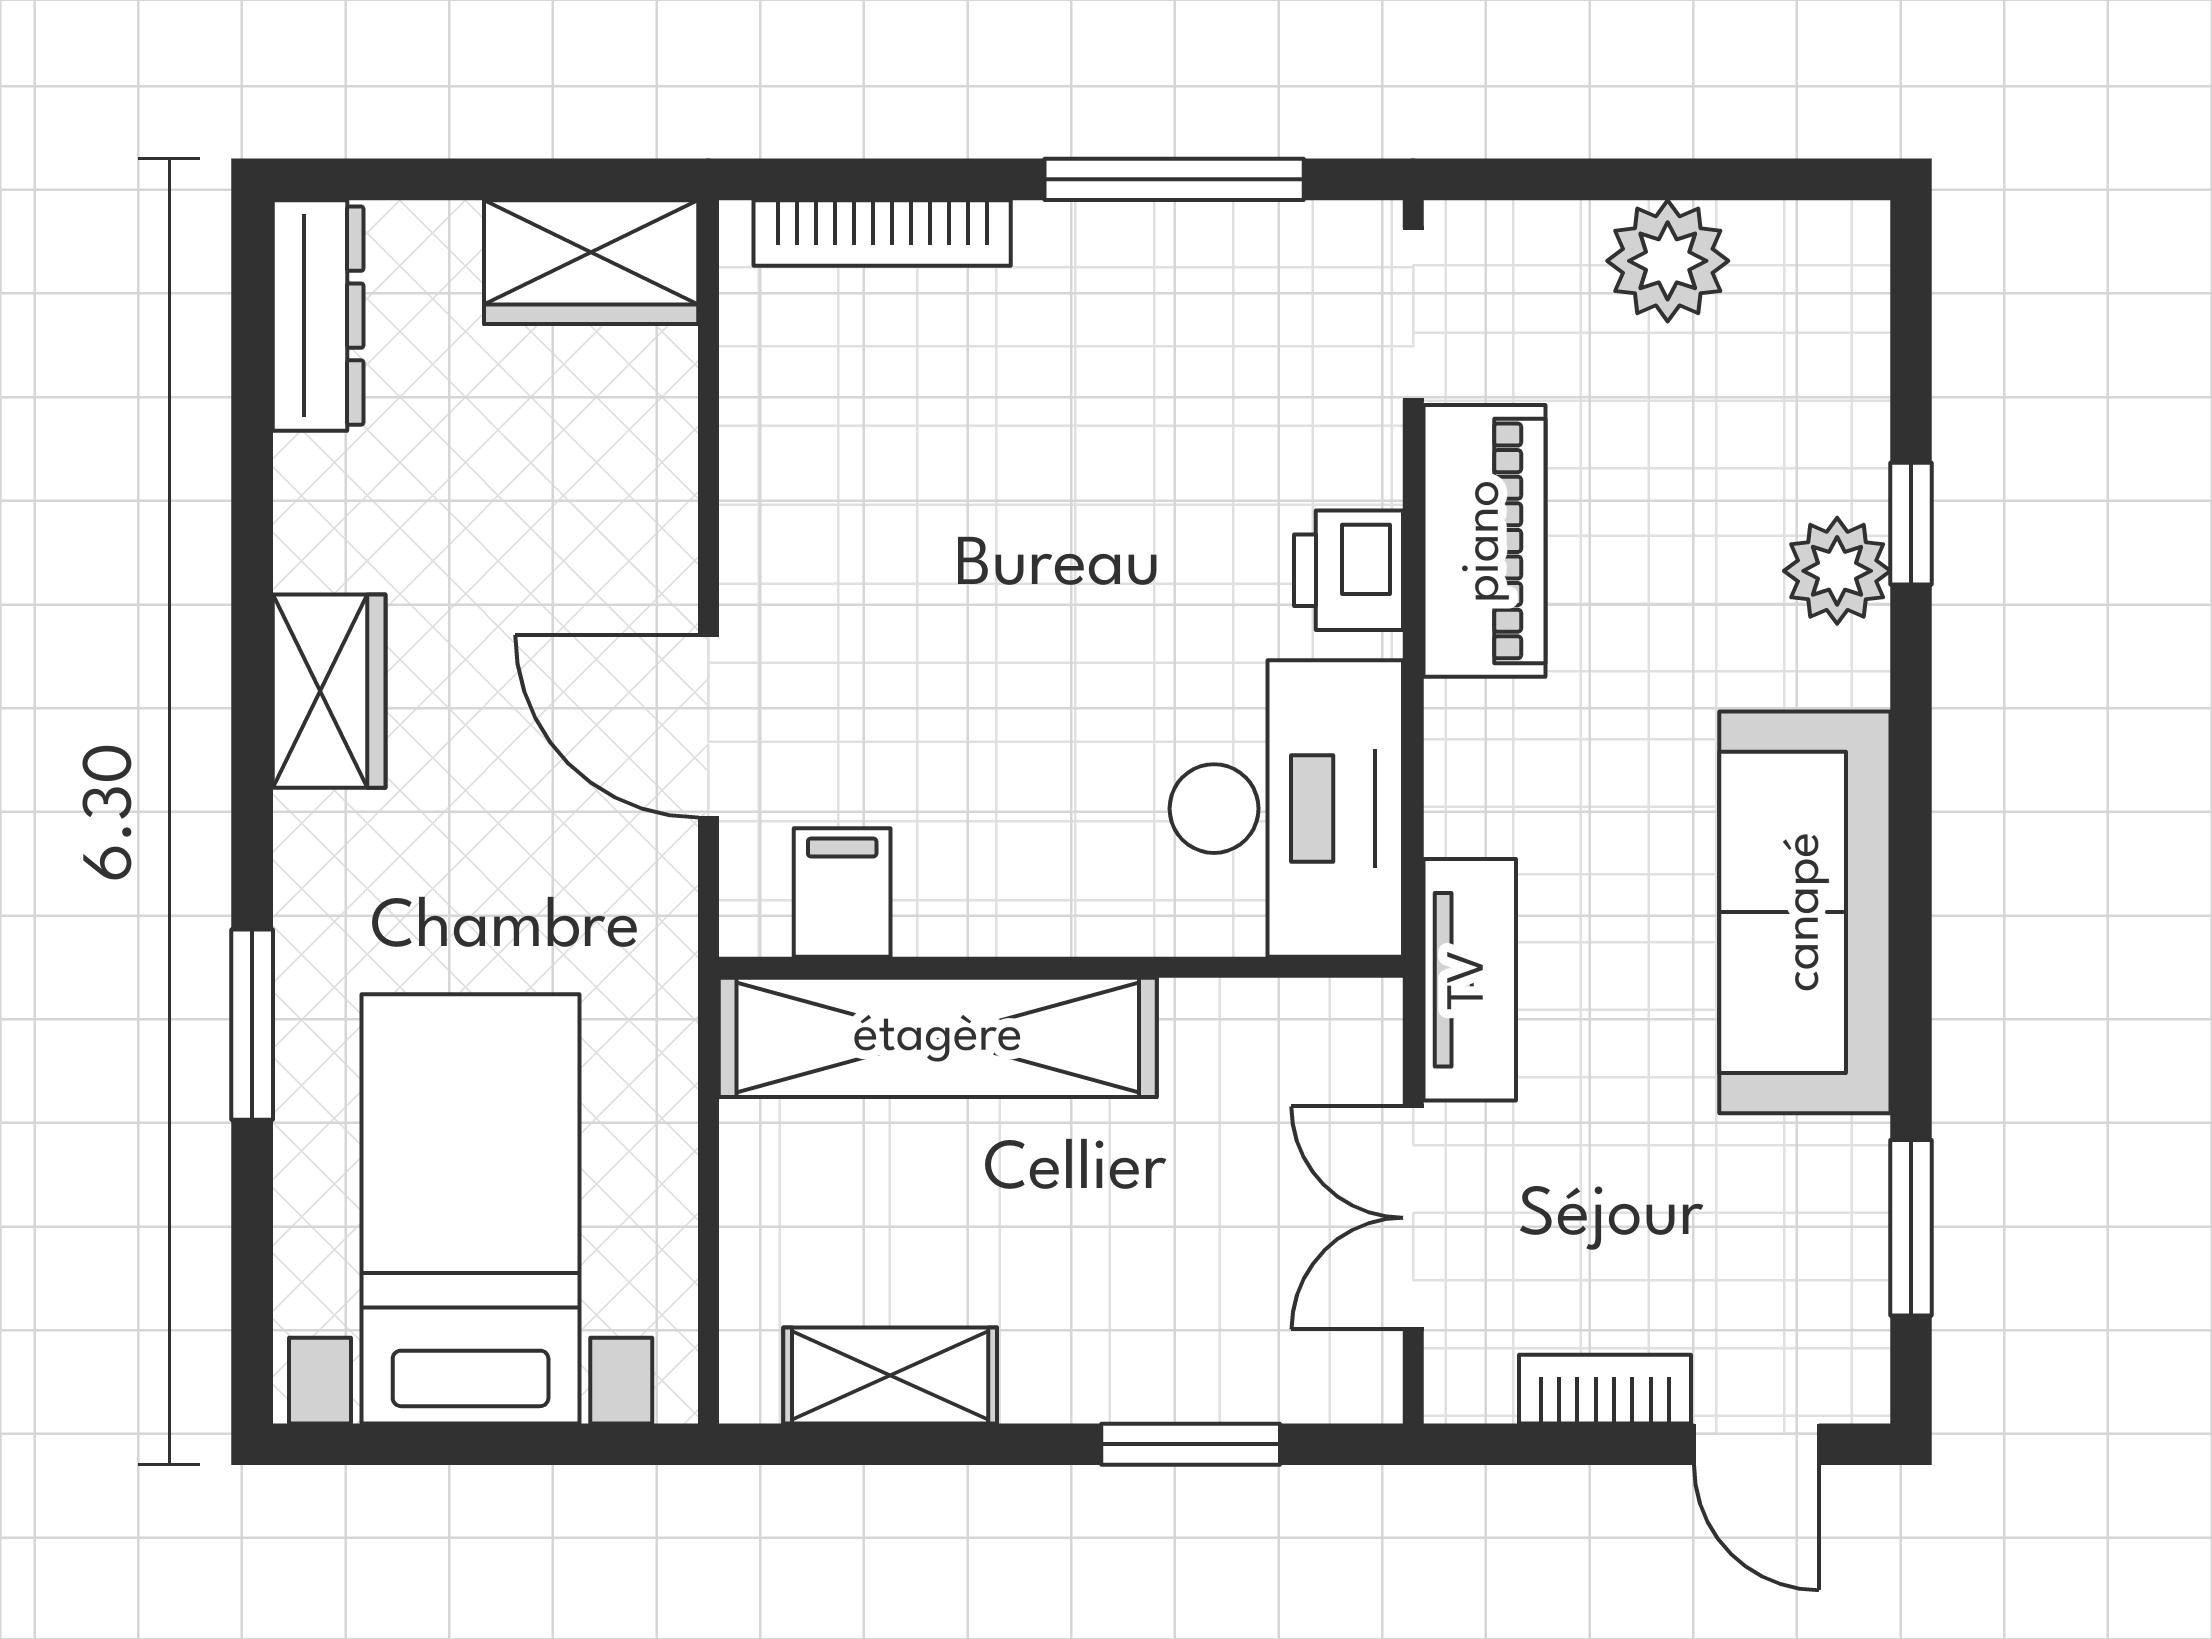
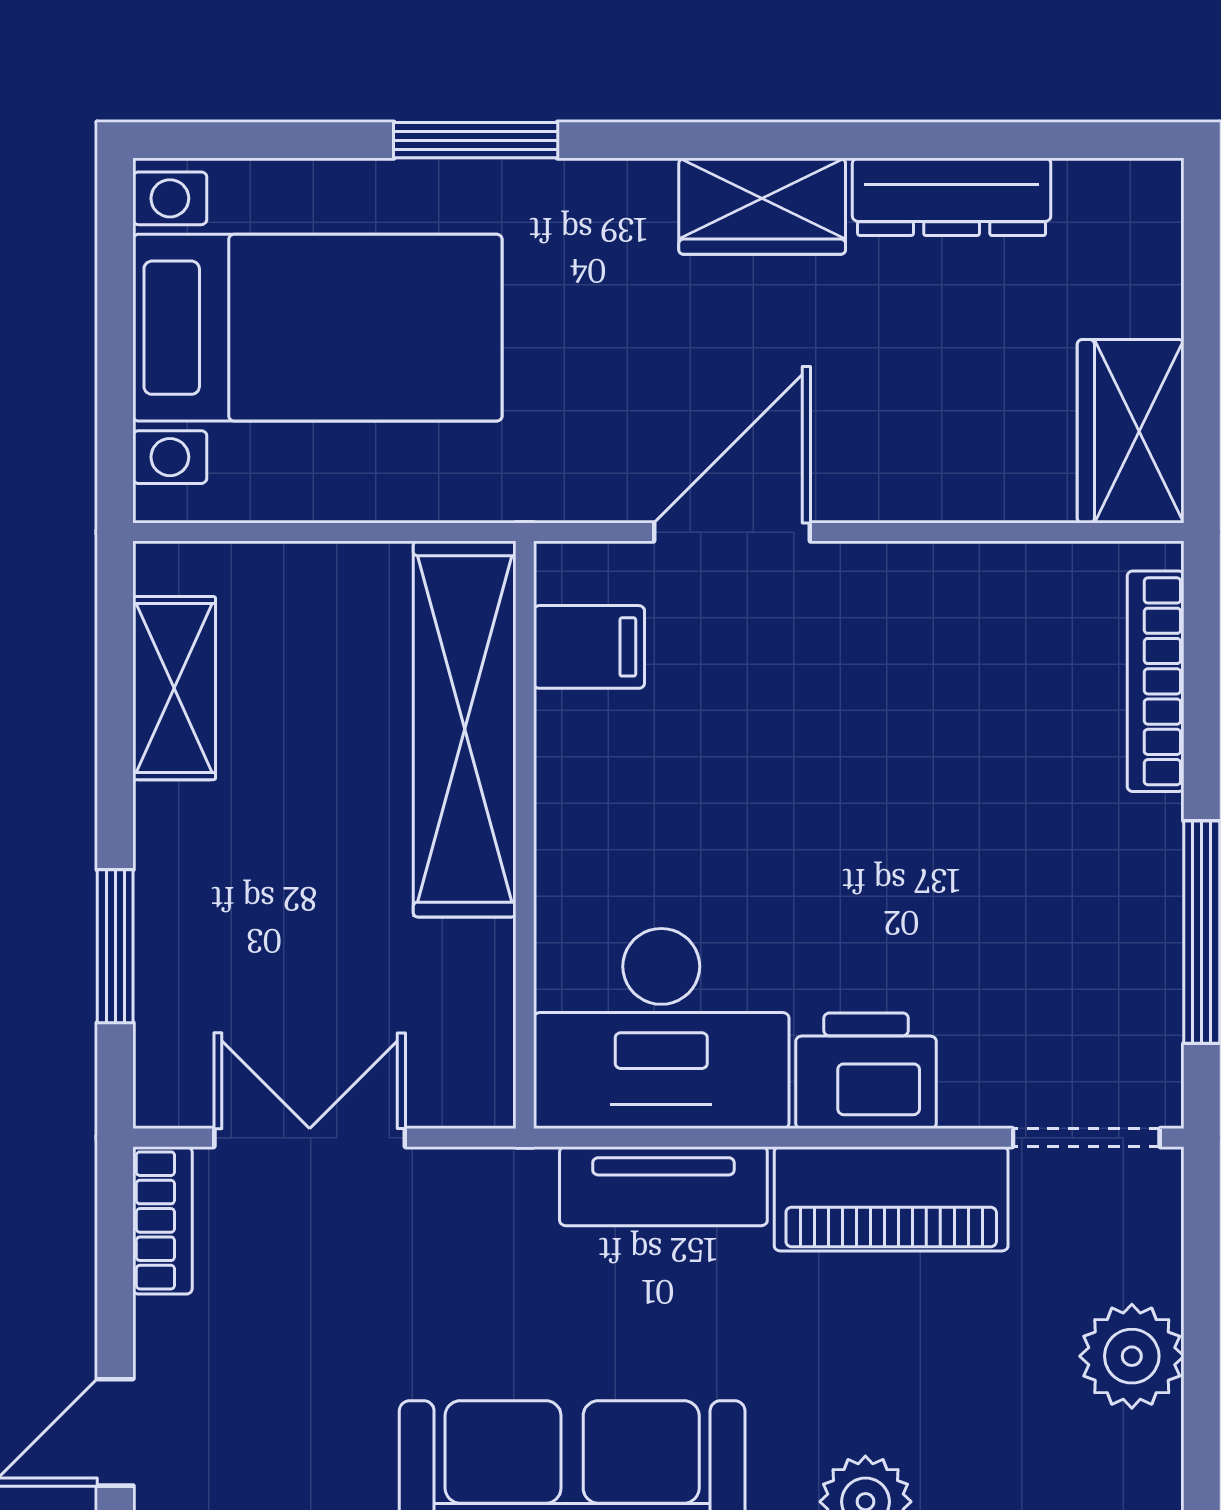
dresser: (318, 316) -> (952, 197), moved
printer: (1349, 570) -> (866, 1071), width x1.36, depth x1.24
tv unit: (1470, 980) -> (663, 1186), moved
bookcase: (1605, 1389) -> (162, 1220), moved

